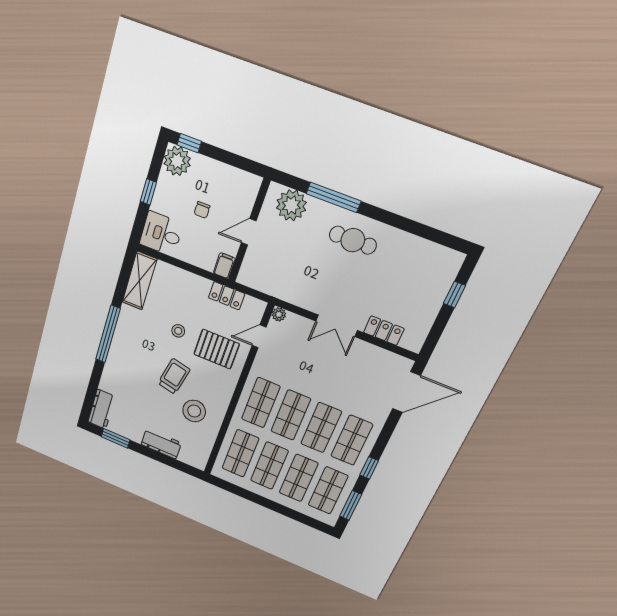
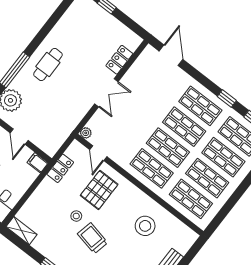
shelving: (139, 281) -> (22, 231), width x0.67, depth x0.75
trolley: (174, 376) -> (93, 238), moved
door: (406, 392) -> (171, 55), width x0.73

